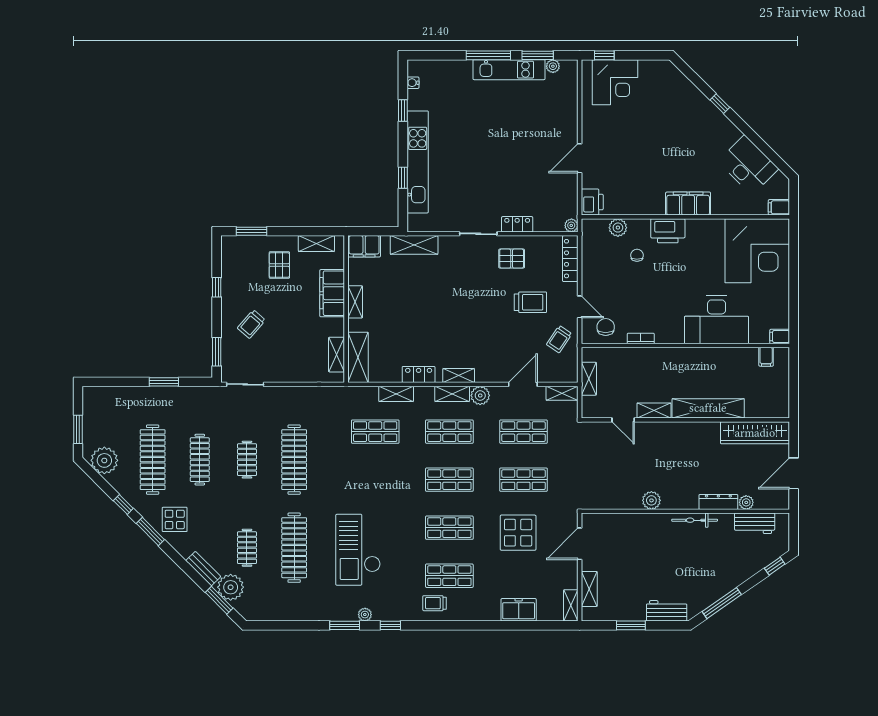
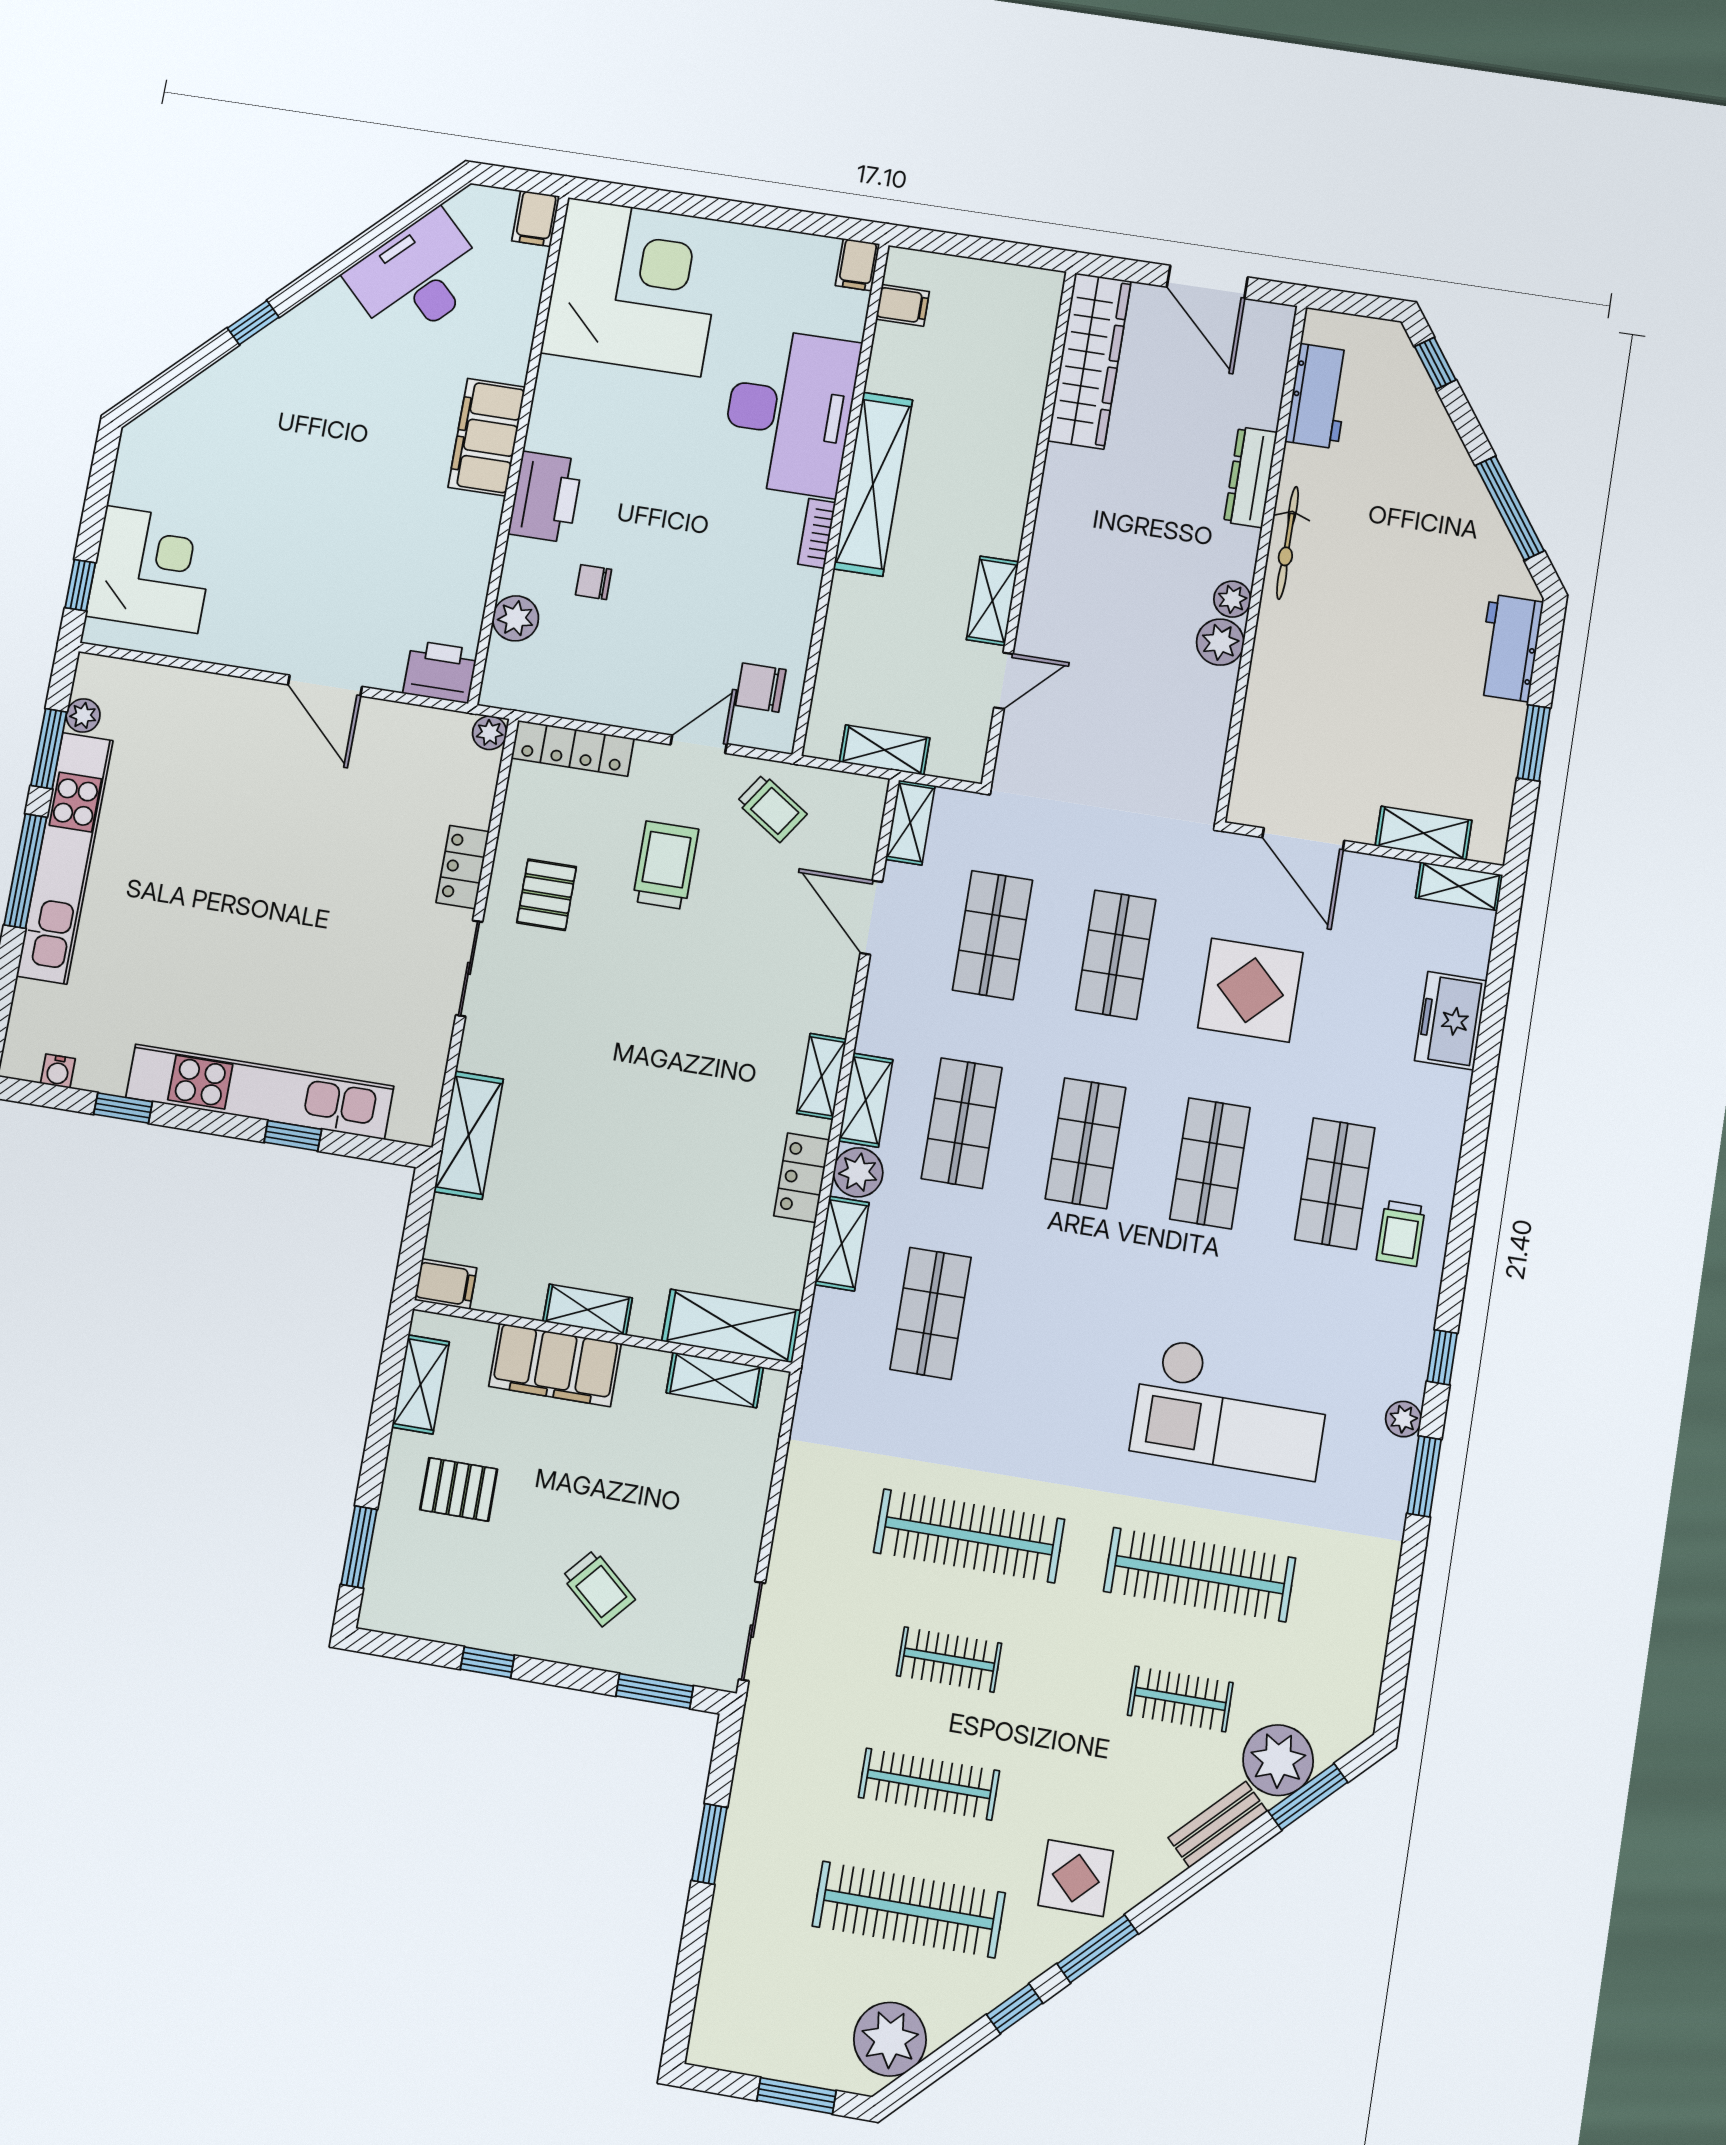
kitchen unit: (509, 70) -> (65, 858), width x1.36
filing cabinet: (364, 246) -> (446, 1284), width x0.50
bookcase: (641, 338) -> (817, 533), moved
plant: (480, 396) -> (858, 1172), moved
shelving: (708, 408) -> (873, 484), moved
plant: (746, 502) -> (1232, 599), moved

